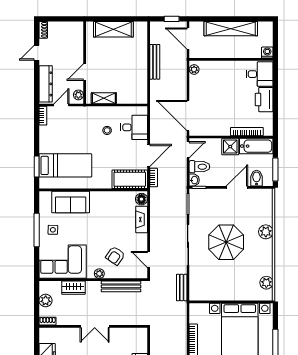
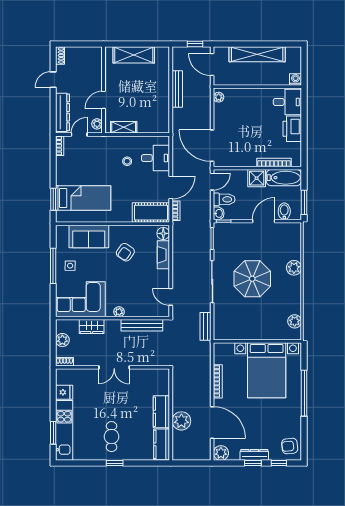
armchair: (115, 256) -> (125, 252), moved

